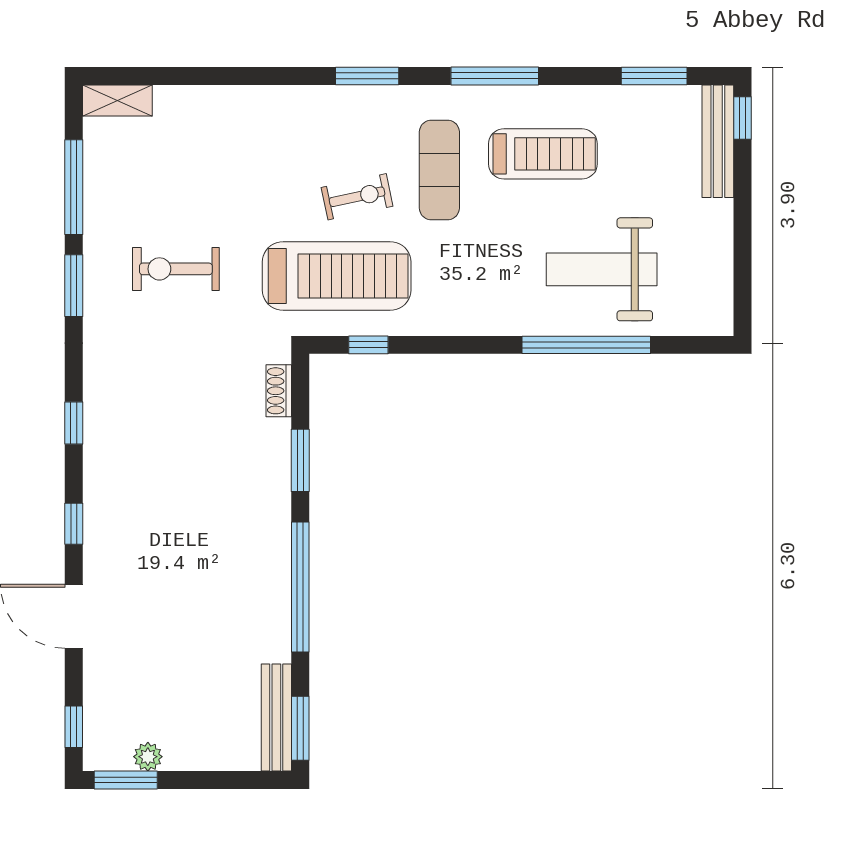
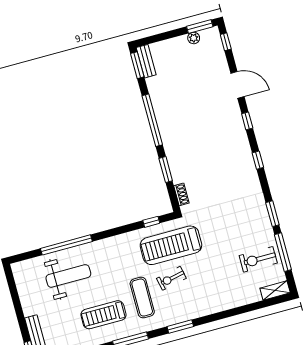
exercise bike: (176, 269) -> (258, 259), moved, turned 180
bench: (276, 718) -> (146, 61), width x0.73

